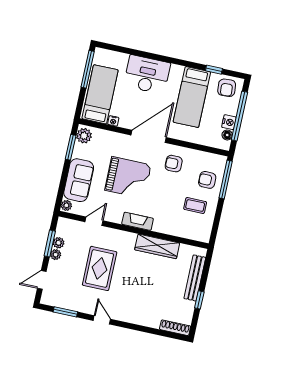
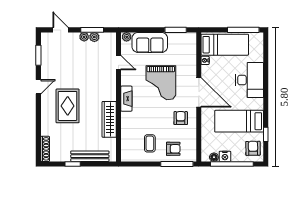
armchair: (227, 88) -> (253, 148), turned 94
plant: (84, 136) -> (188, 39), removed
armchair: (207, 180) -> (173, 149), turned 90
rug: (100, 268) -> (68, 106), moved, turned 90

